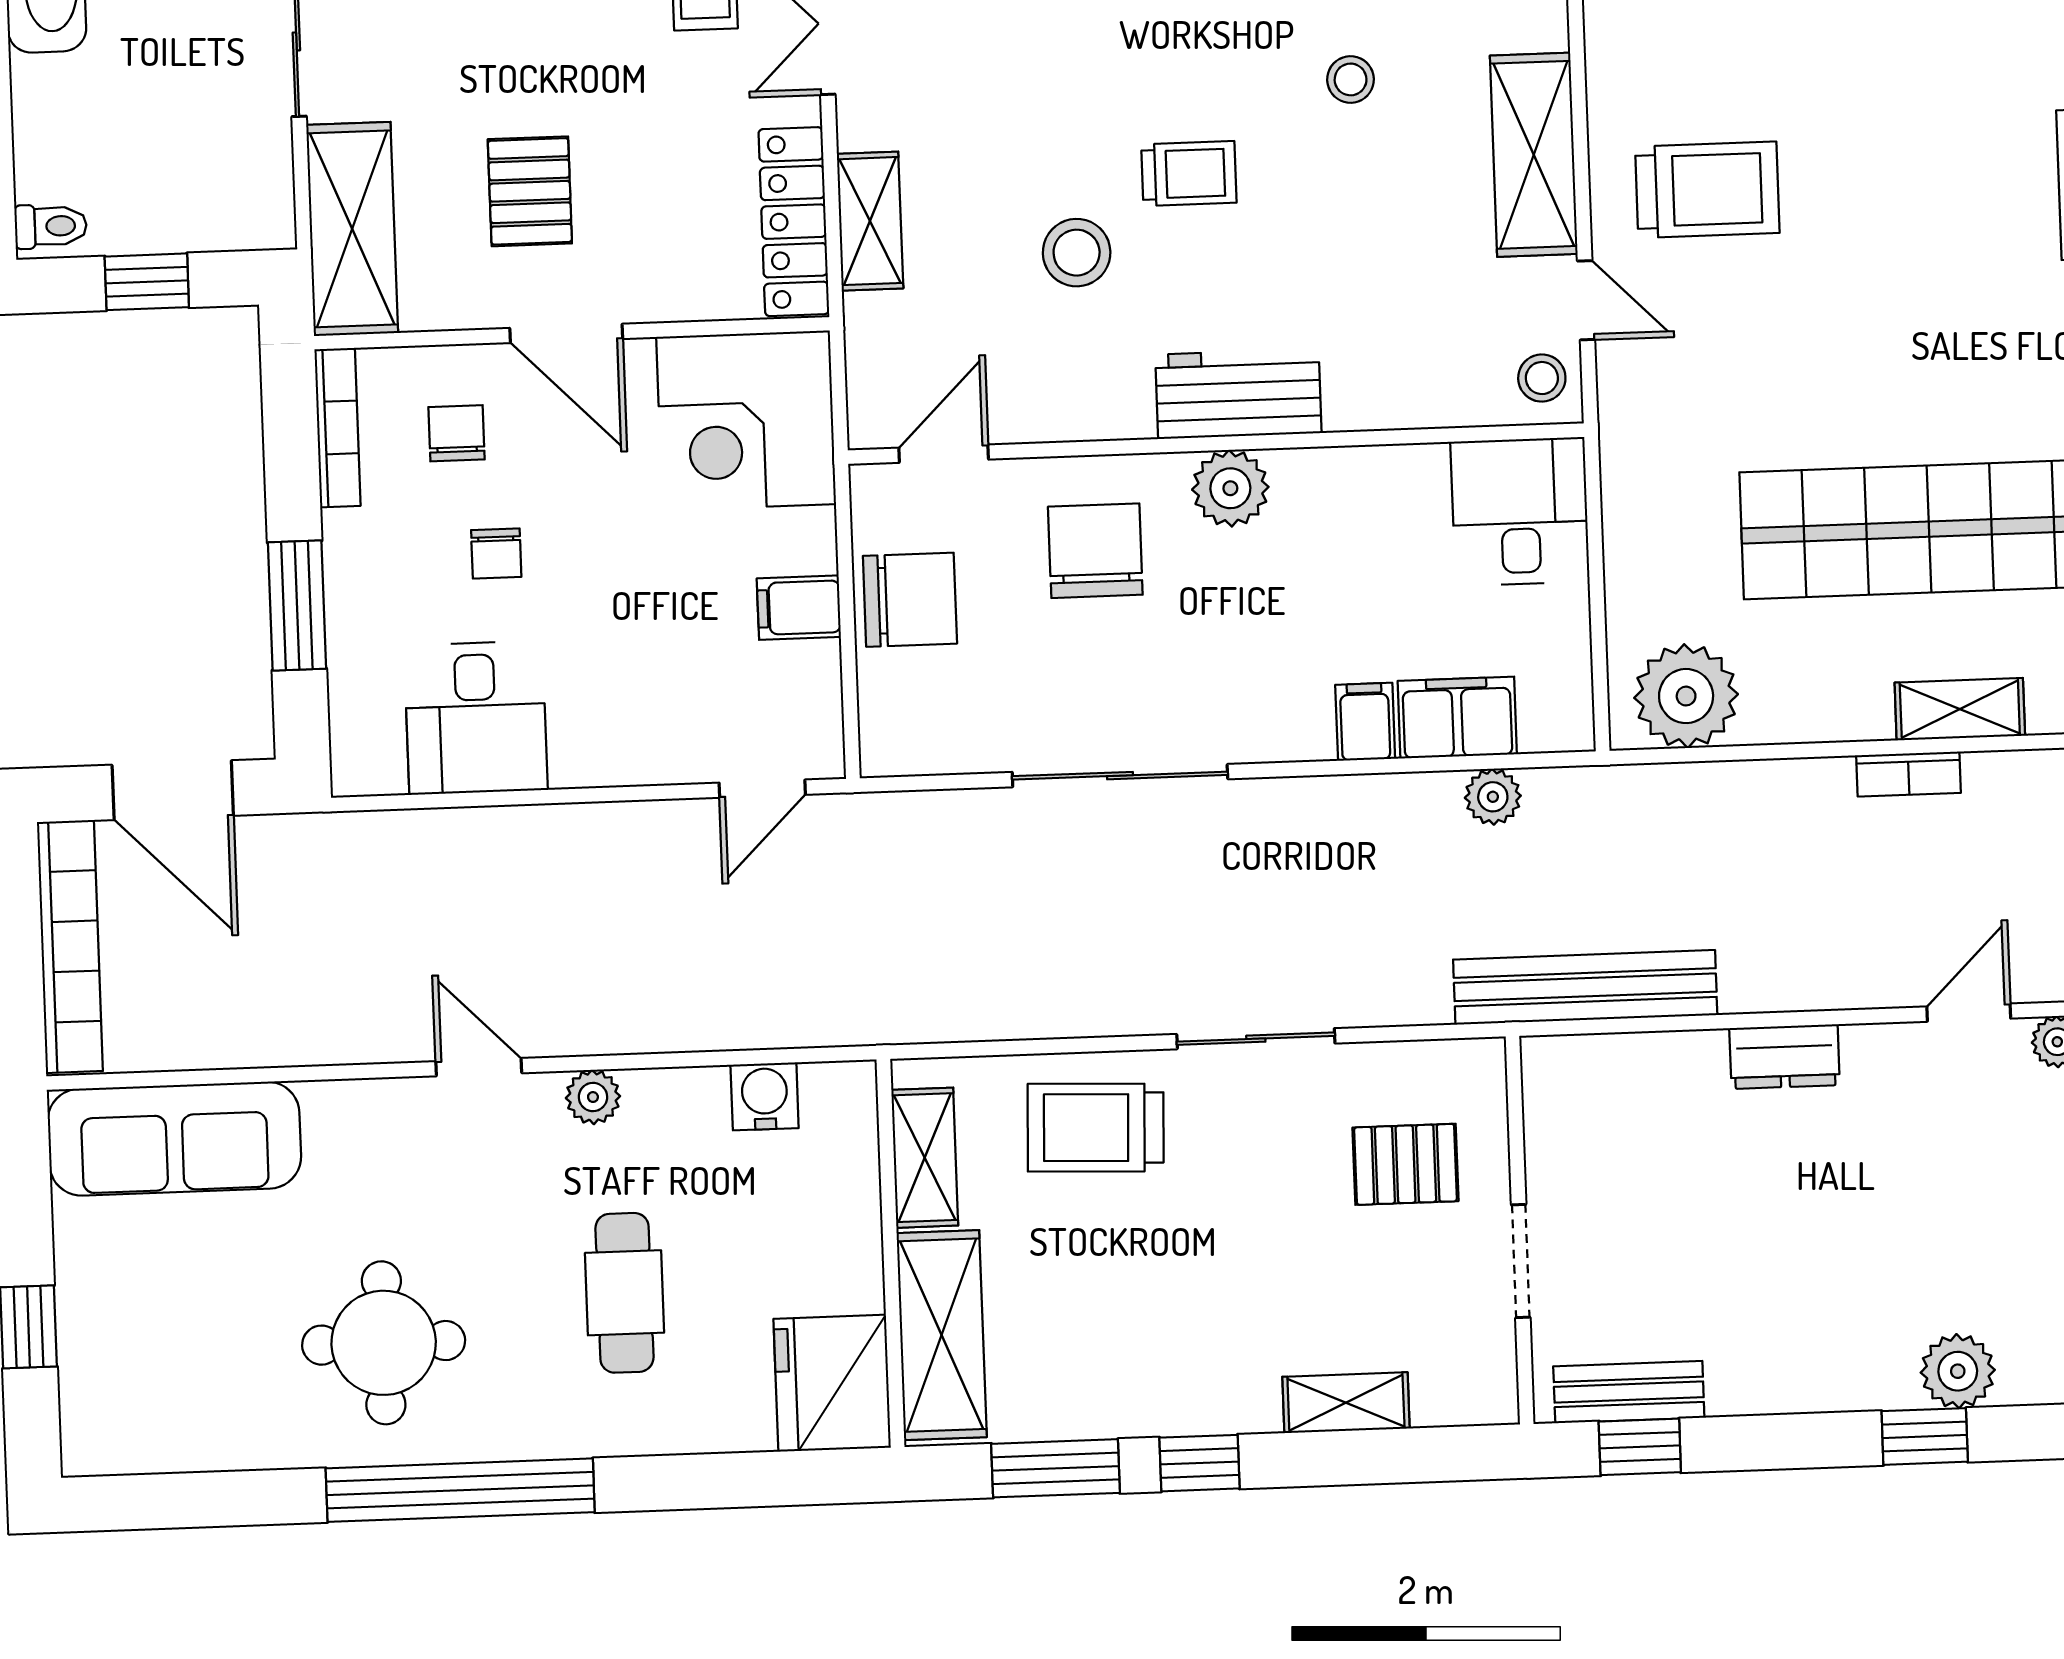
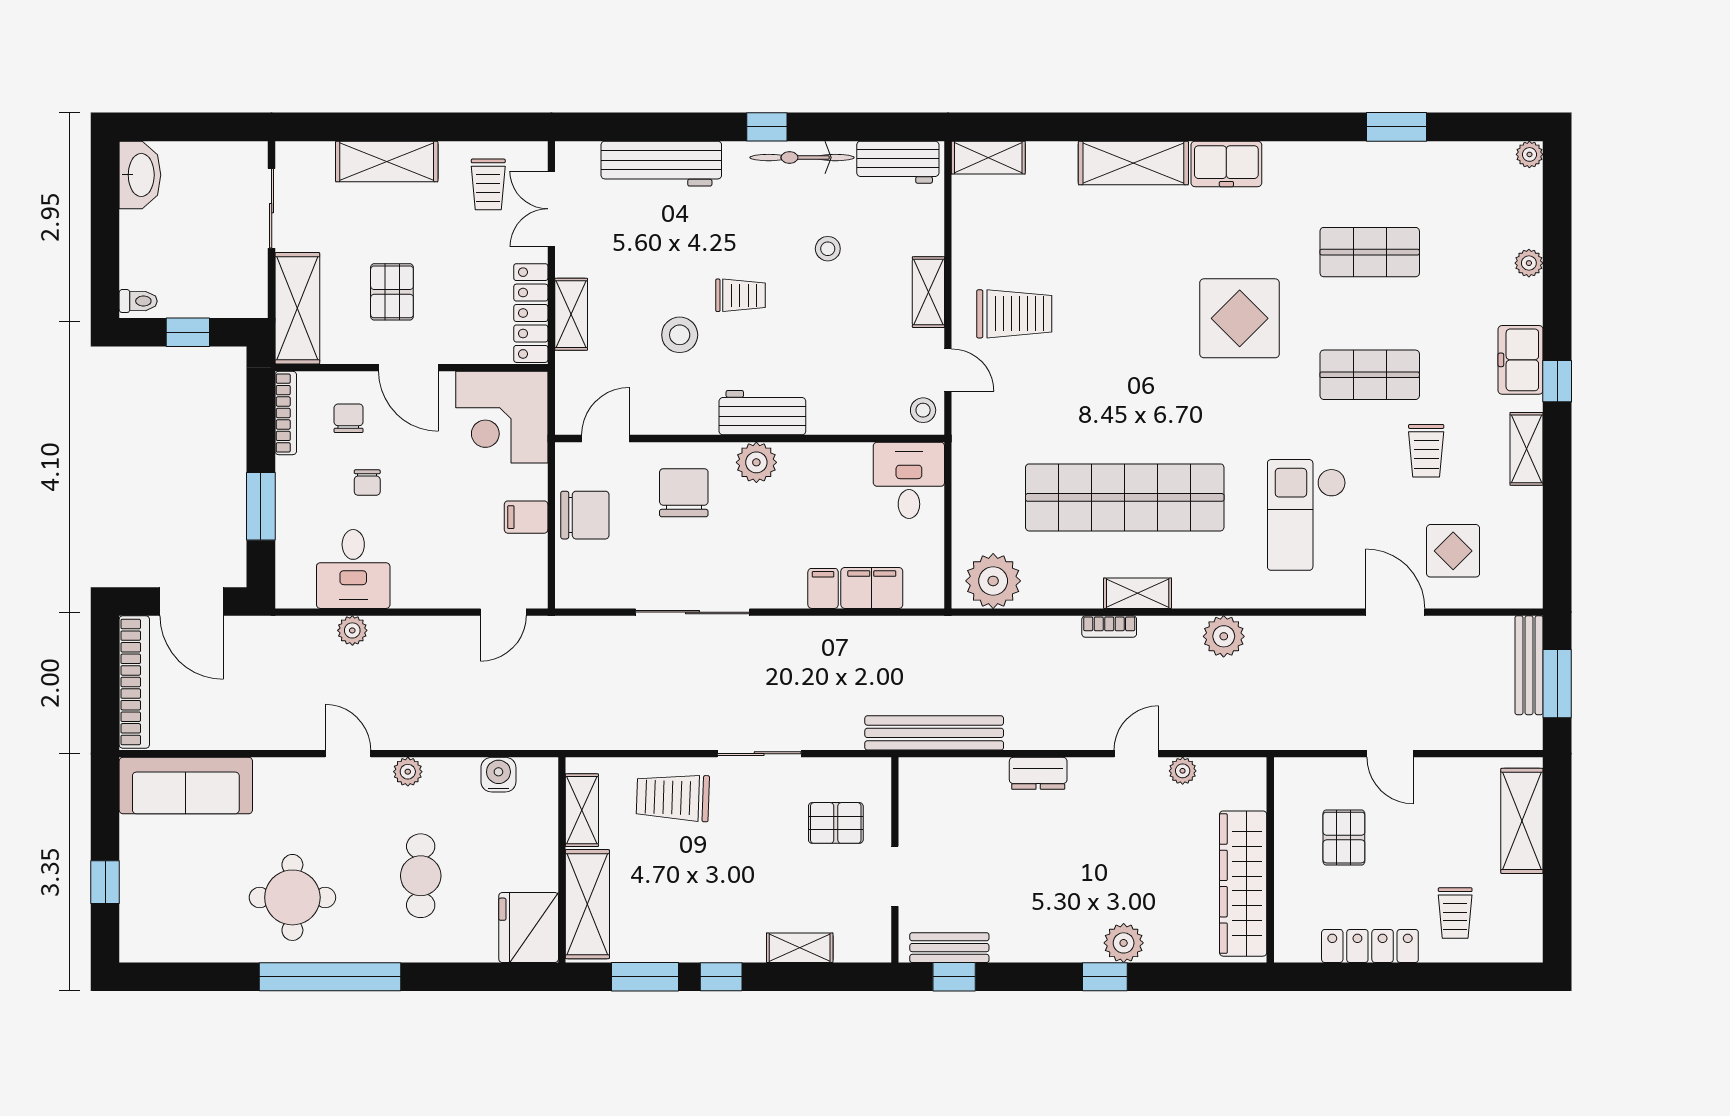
shelving: (1534, 155) -> (928, 292), width x0.67, depth x0.75
plant: (1493, 797) -> (352, 630), moved

